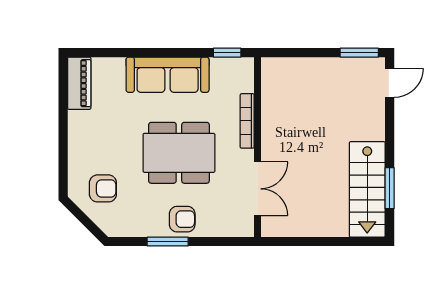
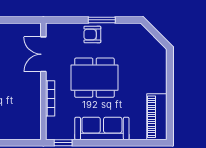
piano: (79, 83) -> (157, 117), width x1.37, depth x1.33
armchair: (103, 188) -> (144, 54), removed

